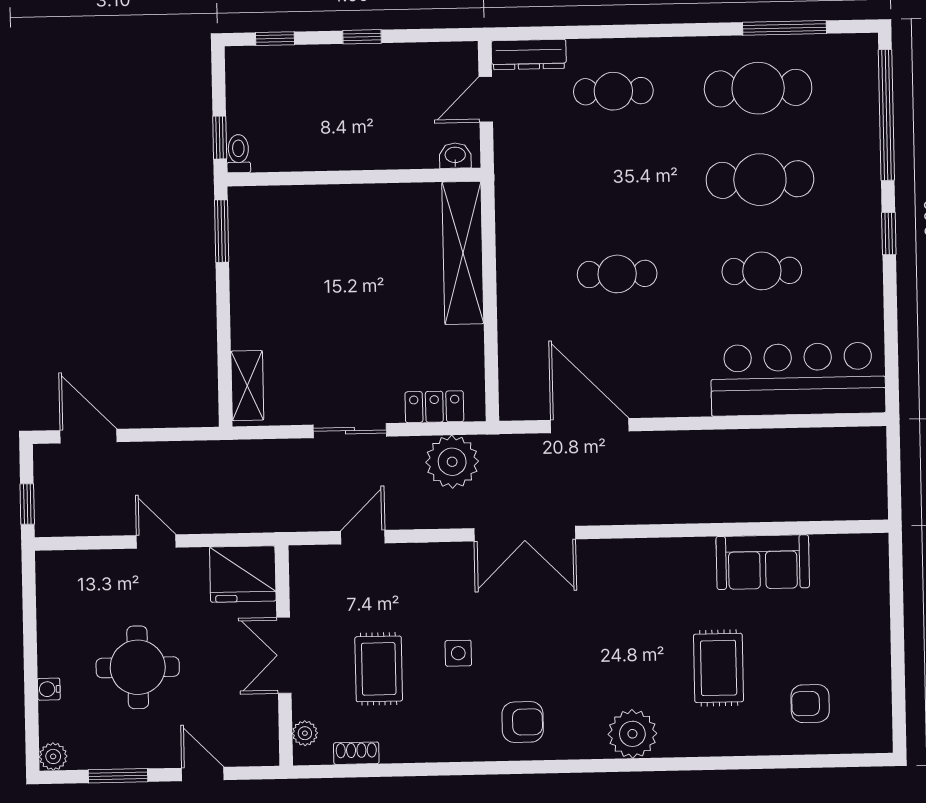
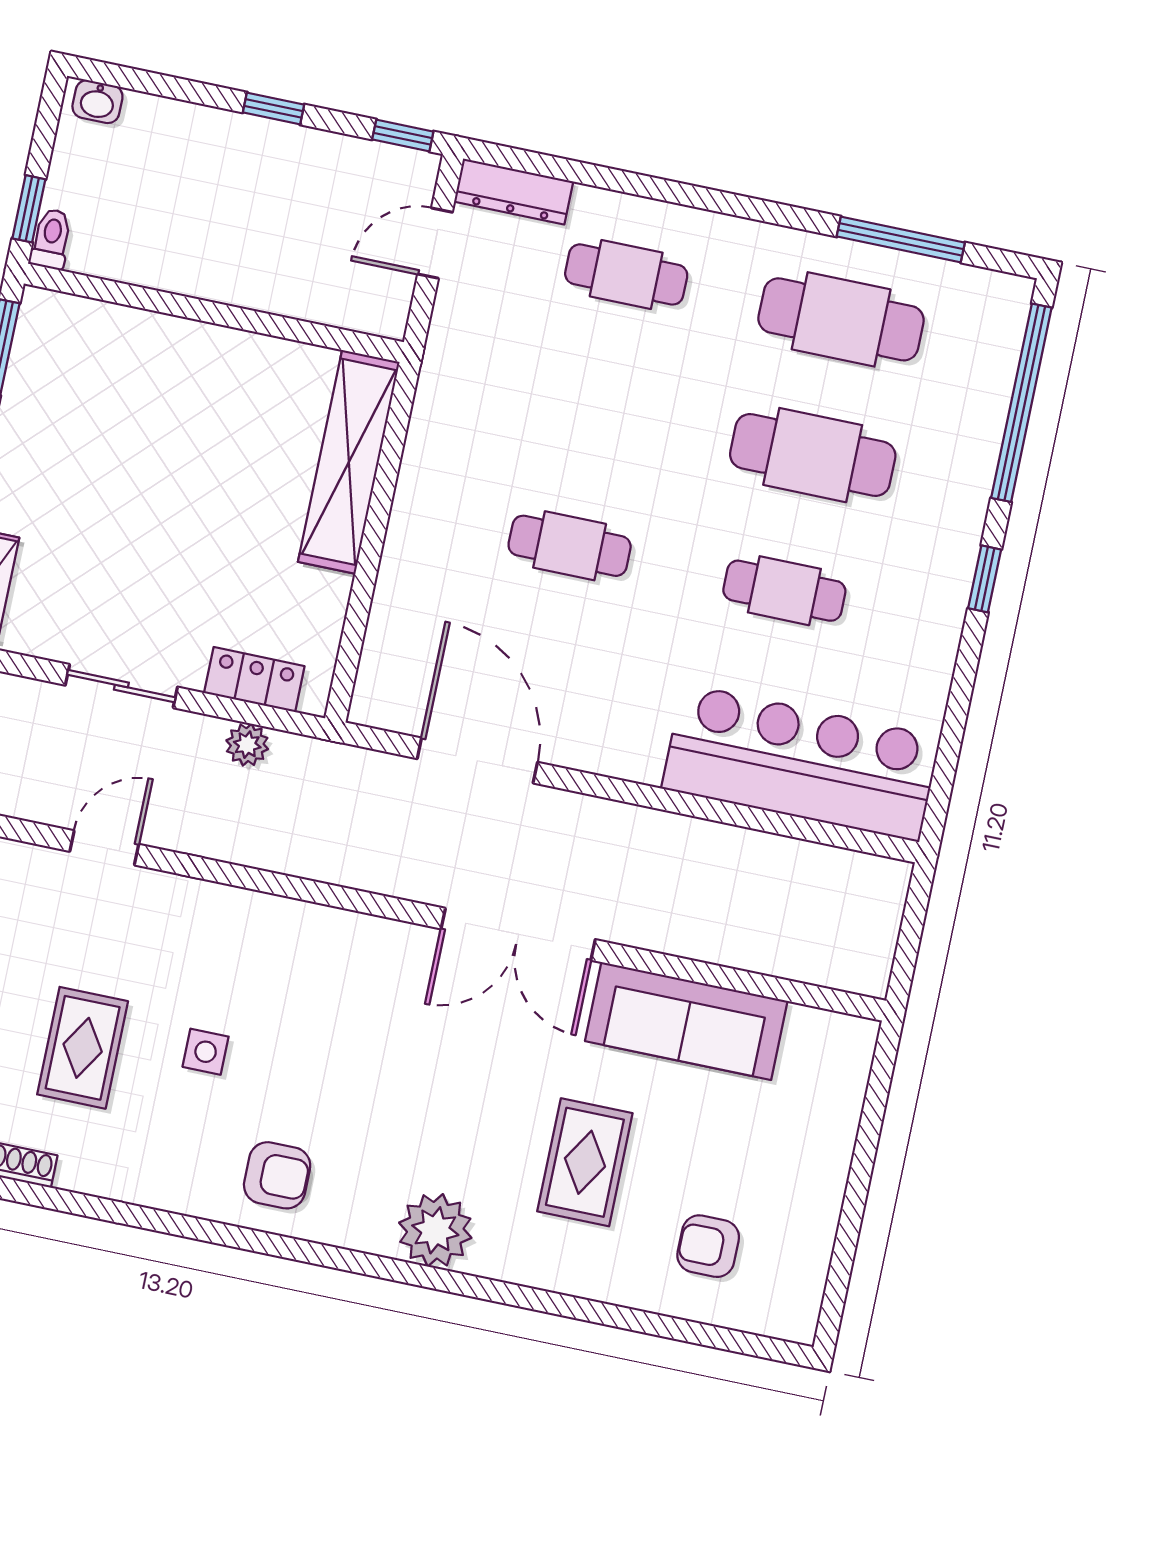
window: (275, 39) -> (403, 135), moved
washbasin: (455, 156) -> (97, 102), moved, turned 180
plant: (452, 462) -> (247, 745), width x0.53, depth x0.53
double door: (525, 534) -> (518, 934), moved
sofa: (763, 562) -> (686, 1021), width x1.36

